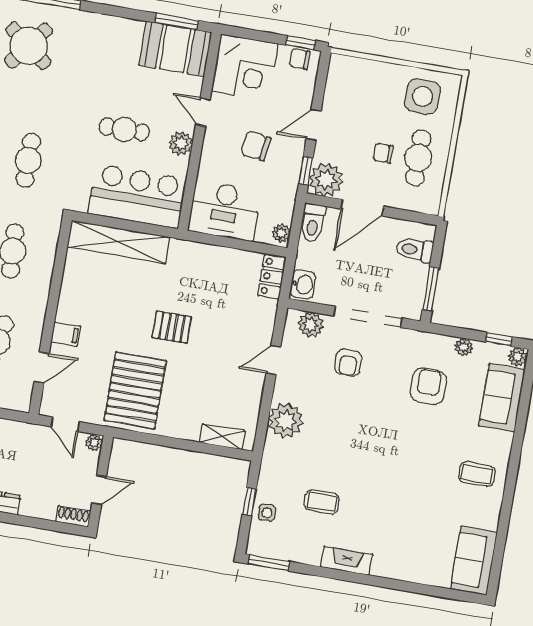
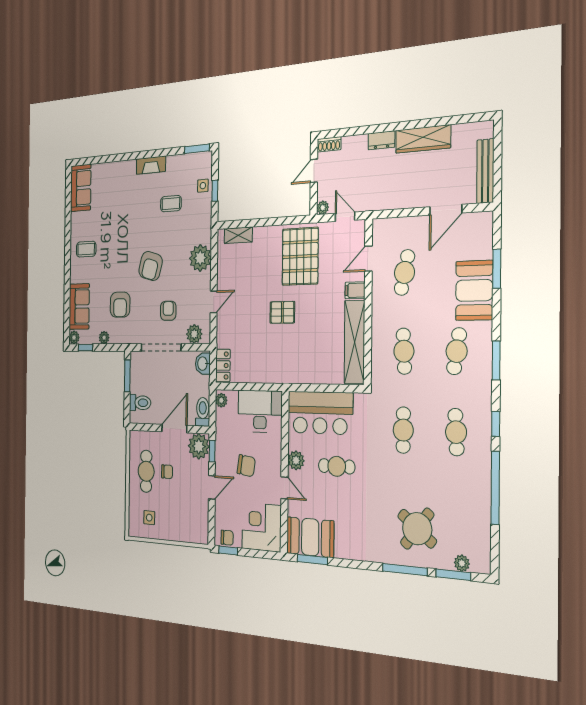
side table: (423, 96) -> (149, 518), width x0.54, depth x0.54
shelving: (118, 242) -> (354, 342), moved, turned 90
armchair: (368, 427) -> (151, 266), added

